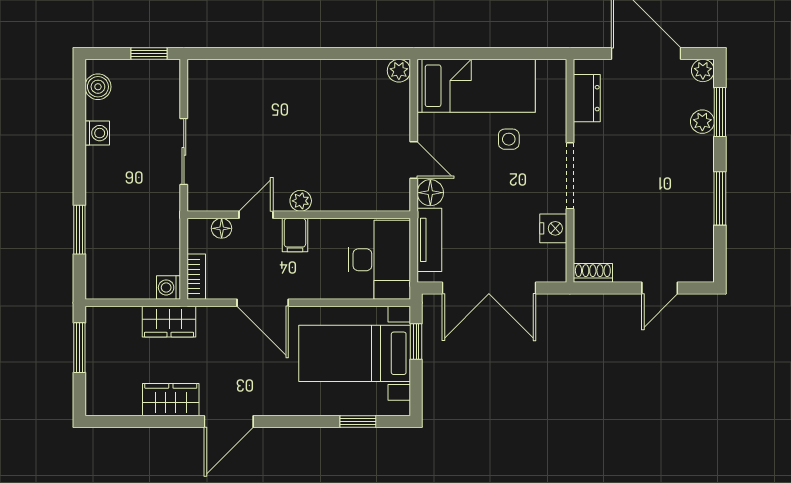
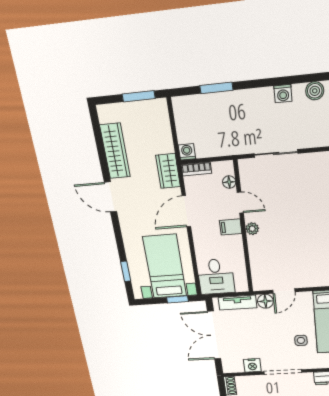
desk: (379, 260) -> (216, 277), width x0.73
wardrobe: (169, 322) -> (168, 171), moved
wardrobe: (171, 400) -> (115, 151), width x1.50

